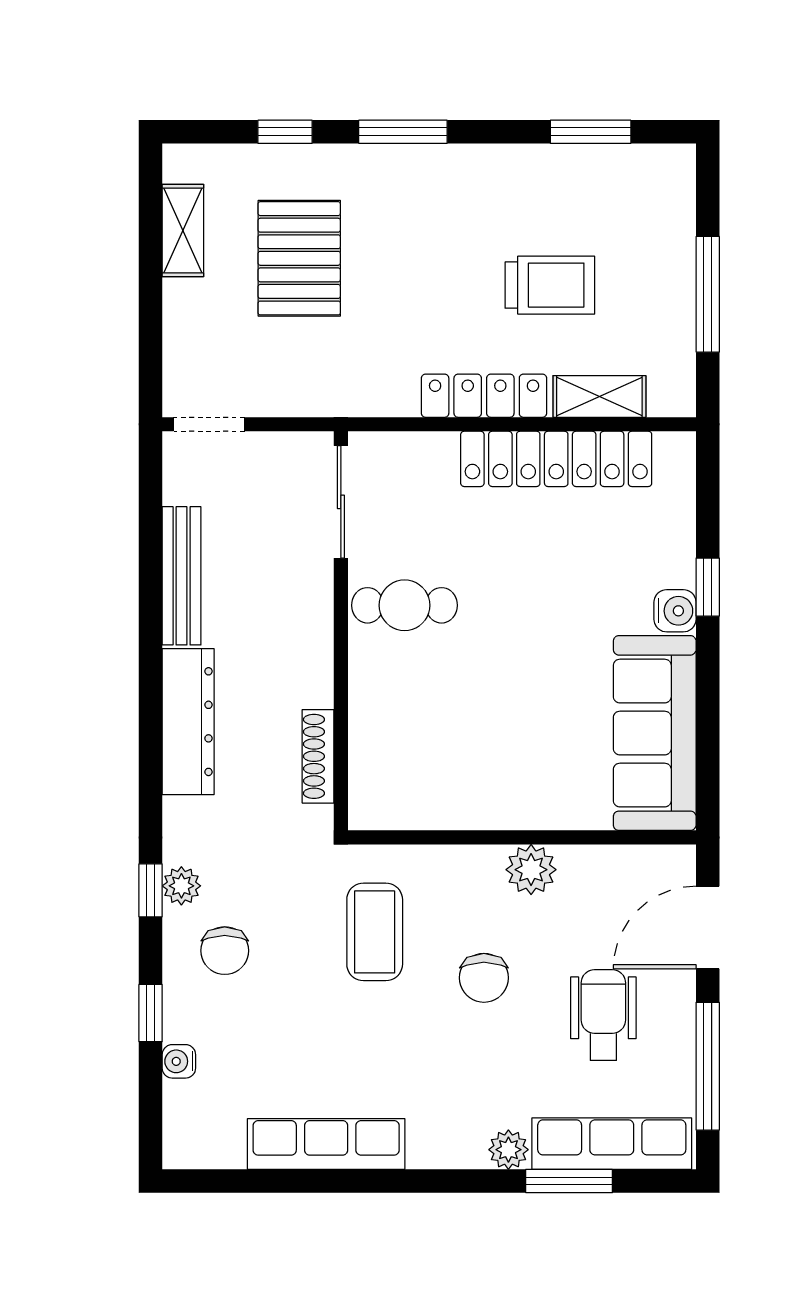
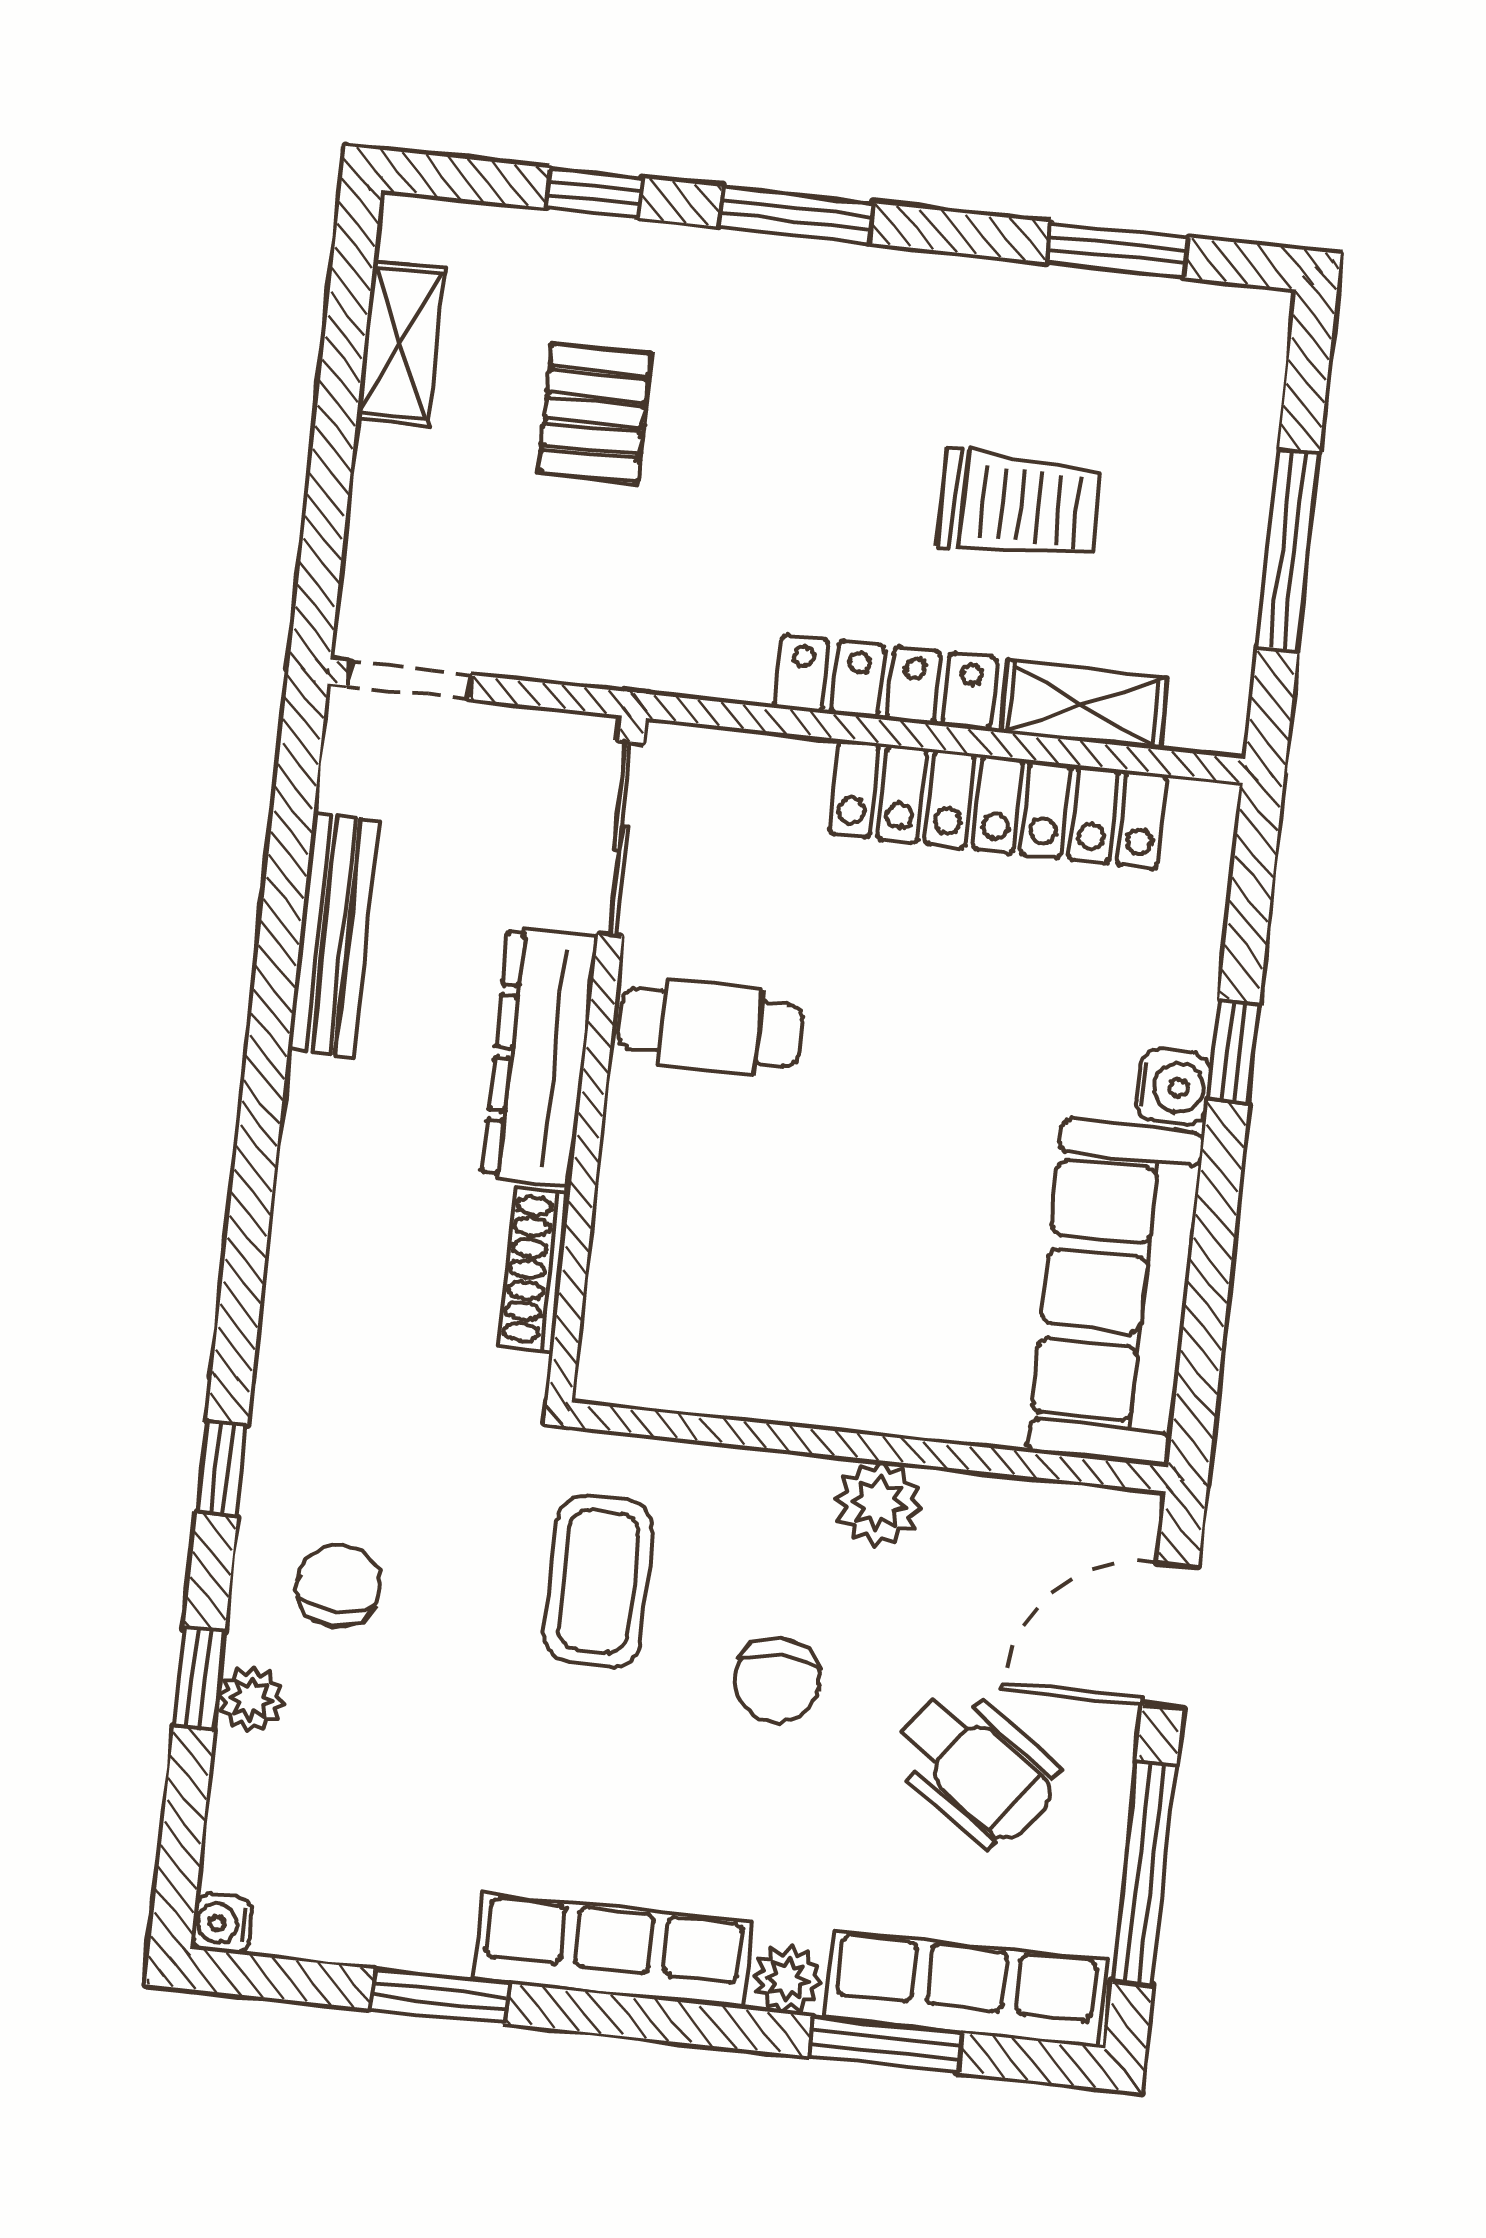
pallet: (299, 258) -> (595, 413), width x0.67, depth x0.71
dresser: (188, 722) -> (540, 1056), moved, turned 180
plant: (181, 886) -> (251, 1699), moved
chair: (225, 951) -> (338, 1586), turned 180
wheelchair: (603, 1015) -> (975, 1767), turned 126
water cooler: (179, 1061) -> (222, 1923), moved
row of seats: (326, 1144) -> (613, 1951), moved
window: (309, 1181) -> (440, 1996), added

